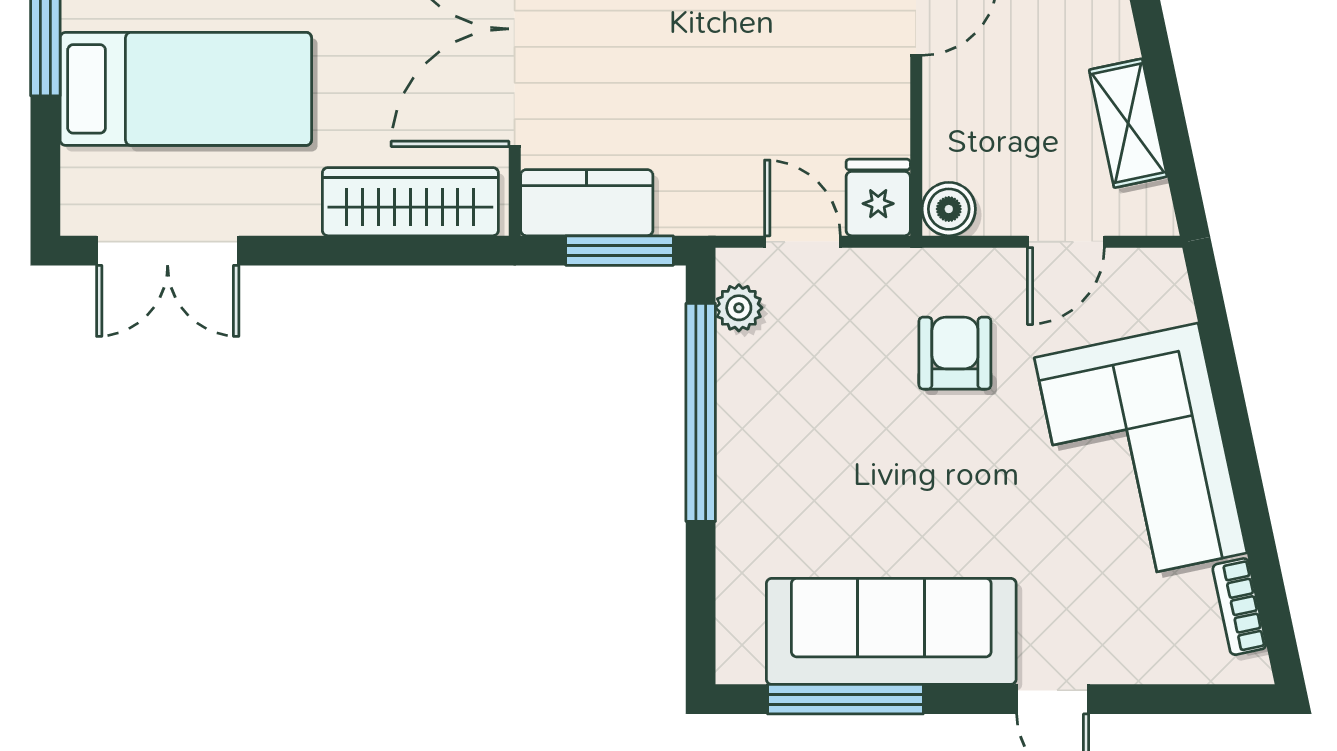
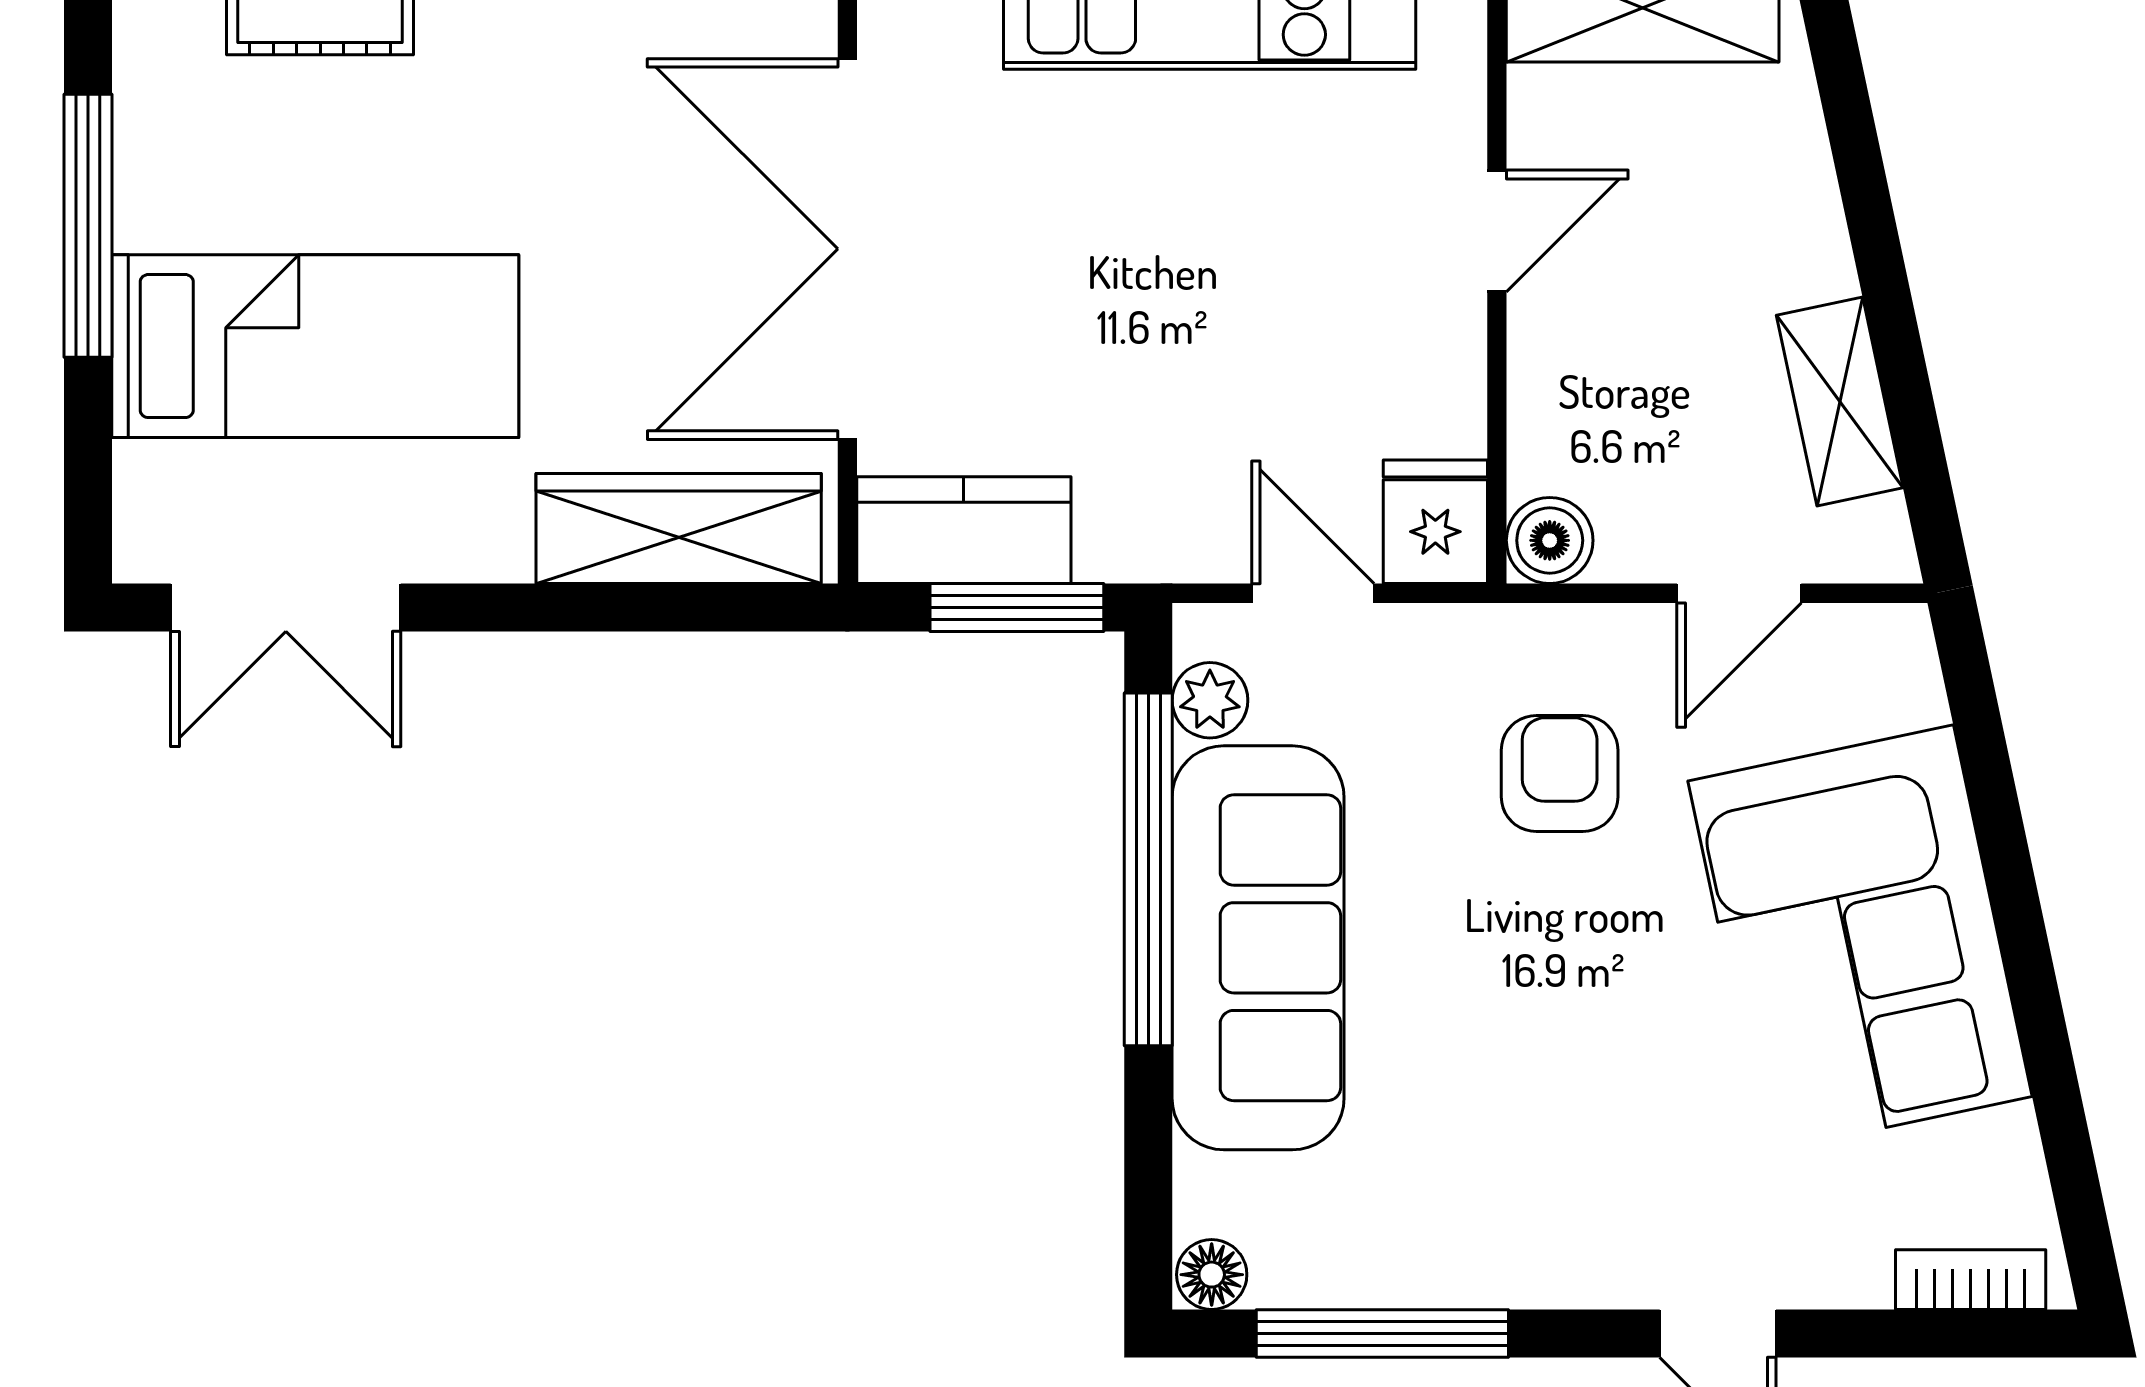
bookcase: (1239, 607) -> (1971, 1280), moved, turned 102
sofa: (891, 631) -> (1258, 948), moved, turned 90
floor lamp: (740, 663) -> (1212, 1275), added

